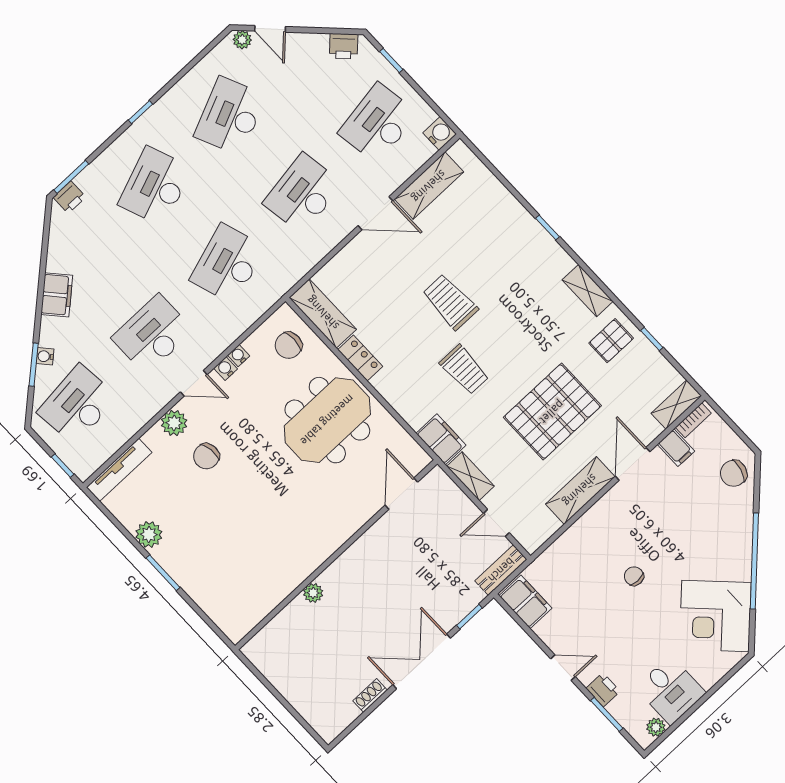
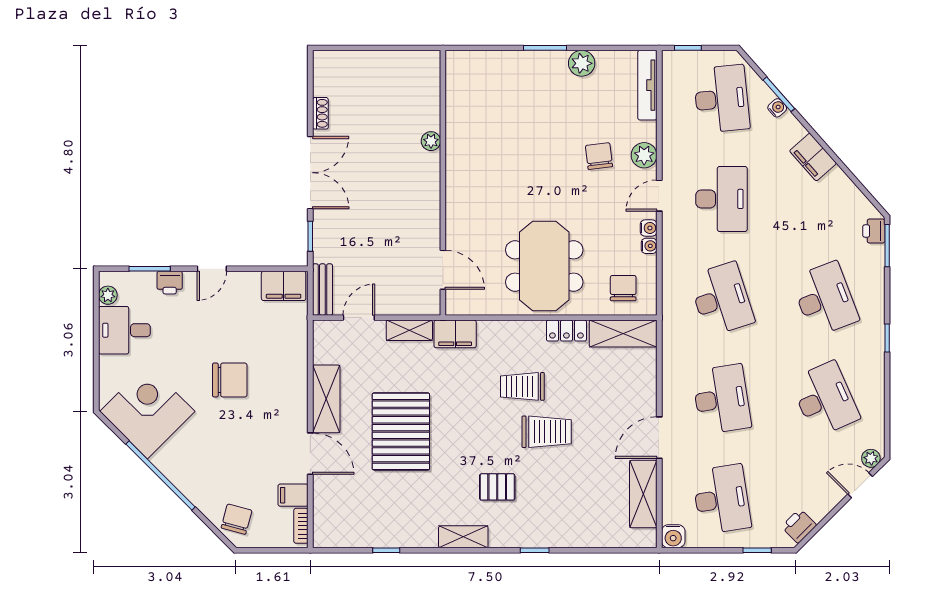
pallet: (611, 341) -> (497, 487), moved, turned 90
trolley: (464, 370) -> (522, 386), moved
shelving: (676, 405) -> (323, 524), removed
chair: (634, 576) -> (230, 380), width x1.87, depth x1.87

